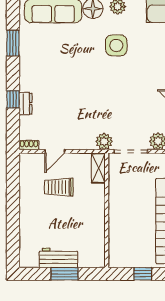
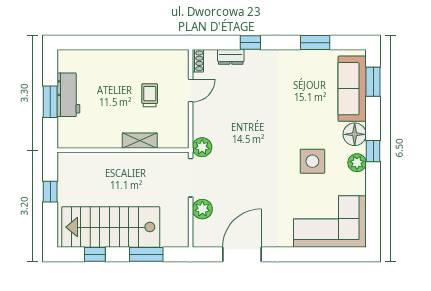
dresser: (25, 104) -> (231, 57), moved
door: (55, 151) -> (191, 90), swing flipped
shelving: (98, 168) -> (140, 141), moved
trolley: (59, 187) -> (150, 95), width x0.73, depth x0.72

